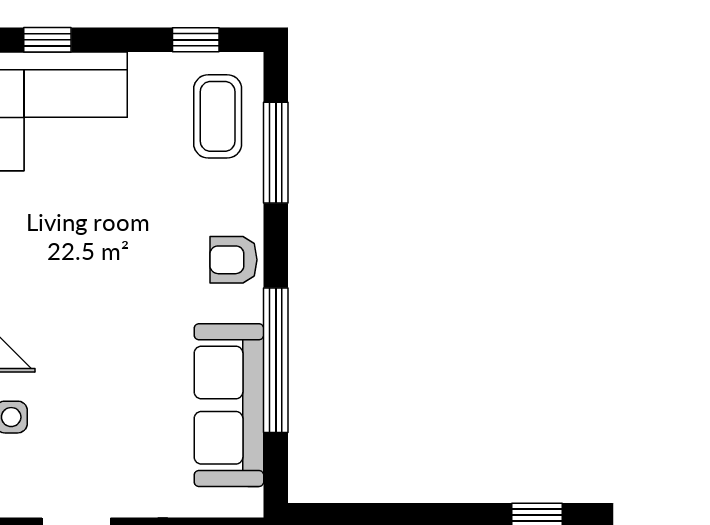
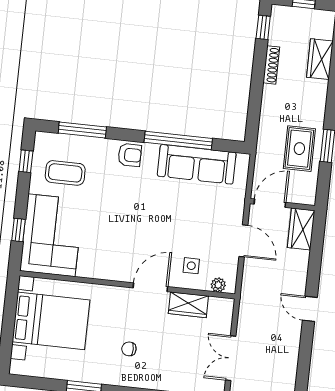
coffee table: (218, 116) -> (65, 173), moved
armchair: (233, 260) -> (130, 155), turned -90

